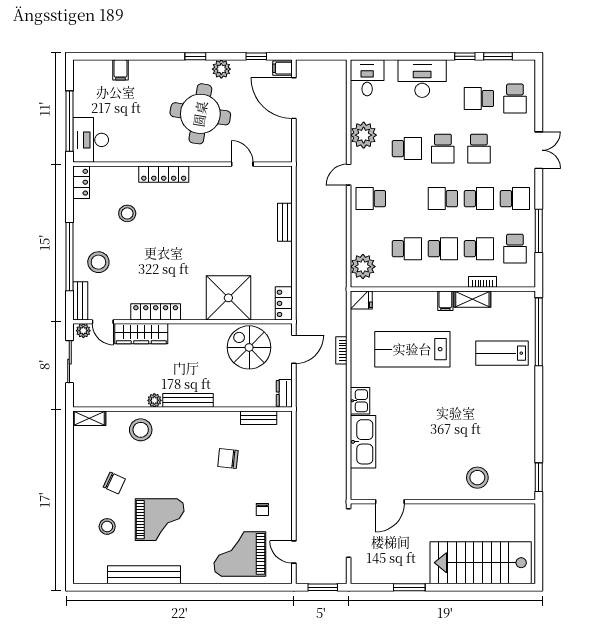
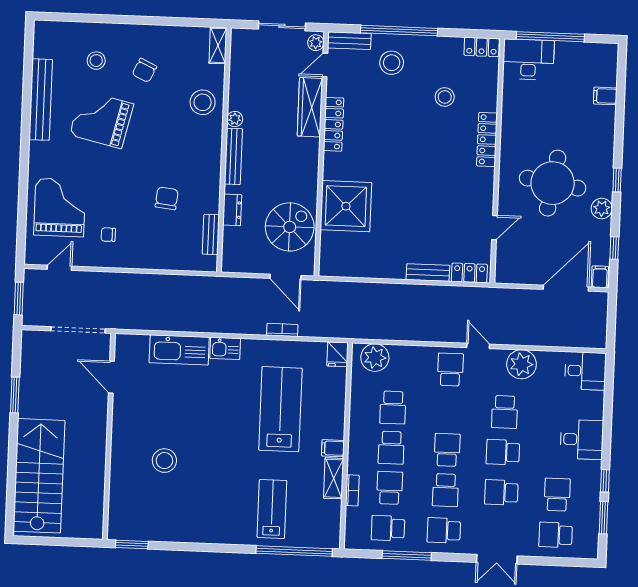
desk: (422, 79) -> (582, 439), width x0.73
school desk: (515, 199) -> (444, 530), turned 90
school desk: (479, 249) -> (390, 488), turned 180
locker: (284, 303) -> (469, 273), moved
dresser: (284, 393) -> (232, 210), moved, turned 90
stool: (477, 478) -> (164, 461), moved
grand piano: (160, 520) -> (101, 119), turned 103

